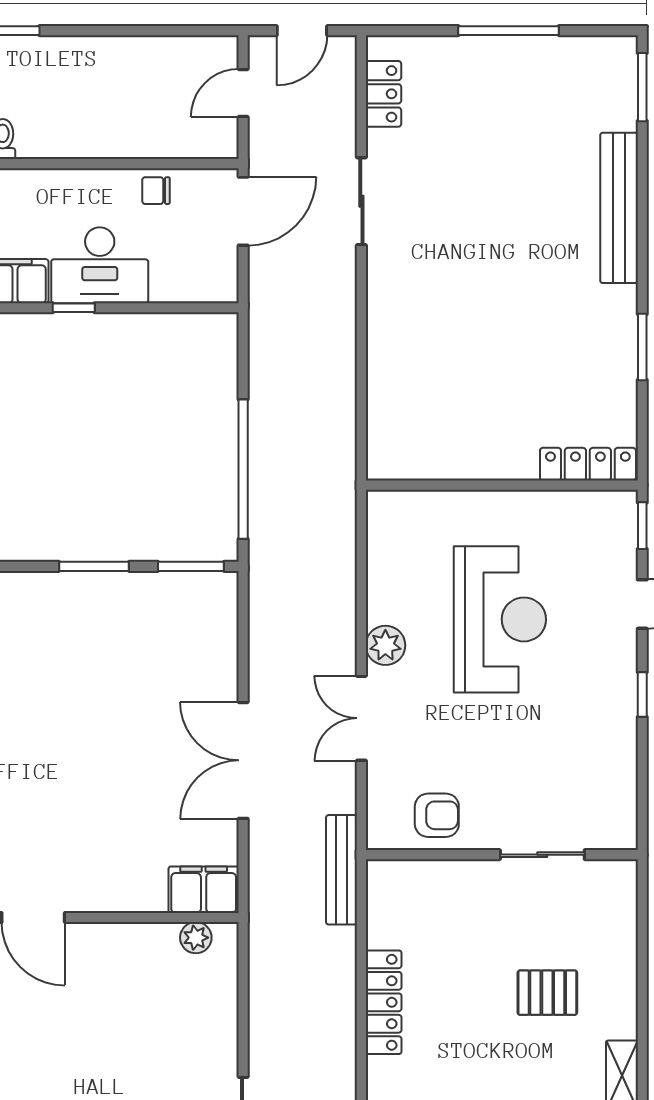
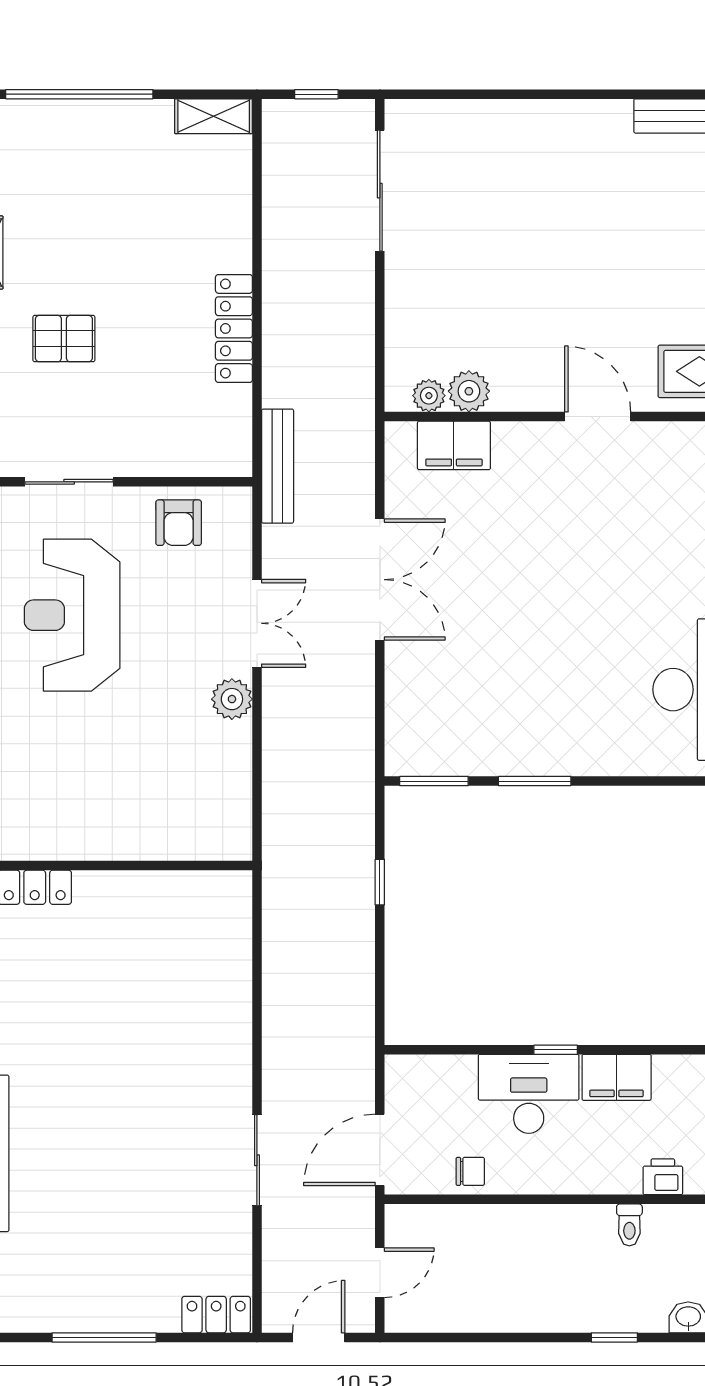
locker: (383, 94) -> (216, 1315), moved, turned 90
window: (243, 469) -> (380, 882), width x0.32
reception desk: (500, 619) -> (72, 615), moved
armchair: (437, 815) -> (179, 523), turned -90
filing cabinet: (204, 890) -> (454, 445), moved
plant: (157, 942) -> (469, 391), added

